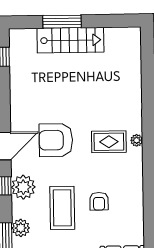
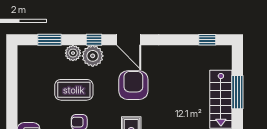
plant: (21, 228) -> (73, 53), moved

